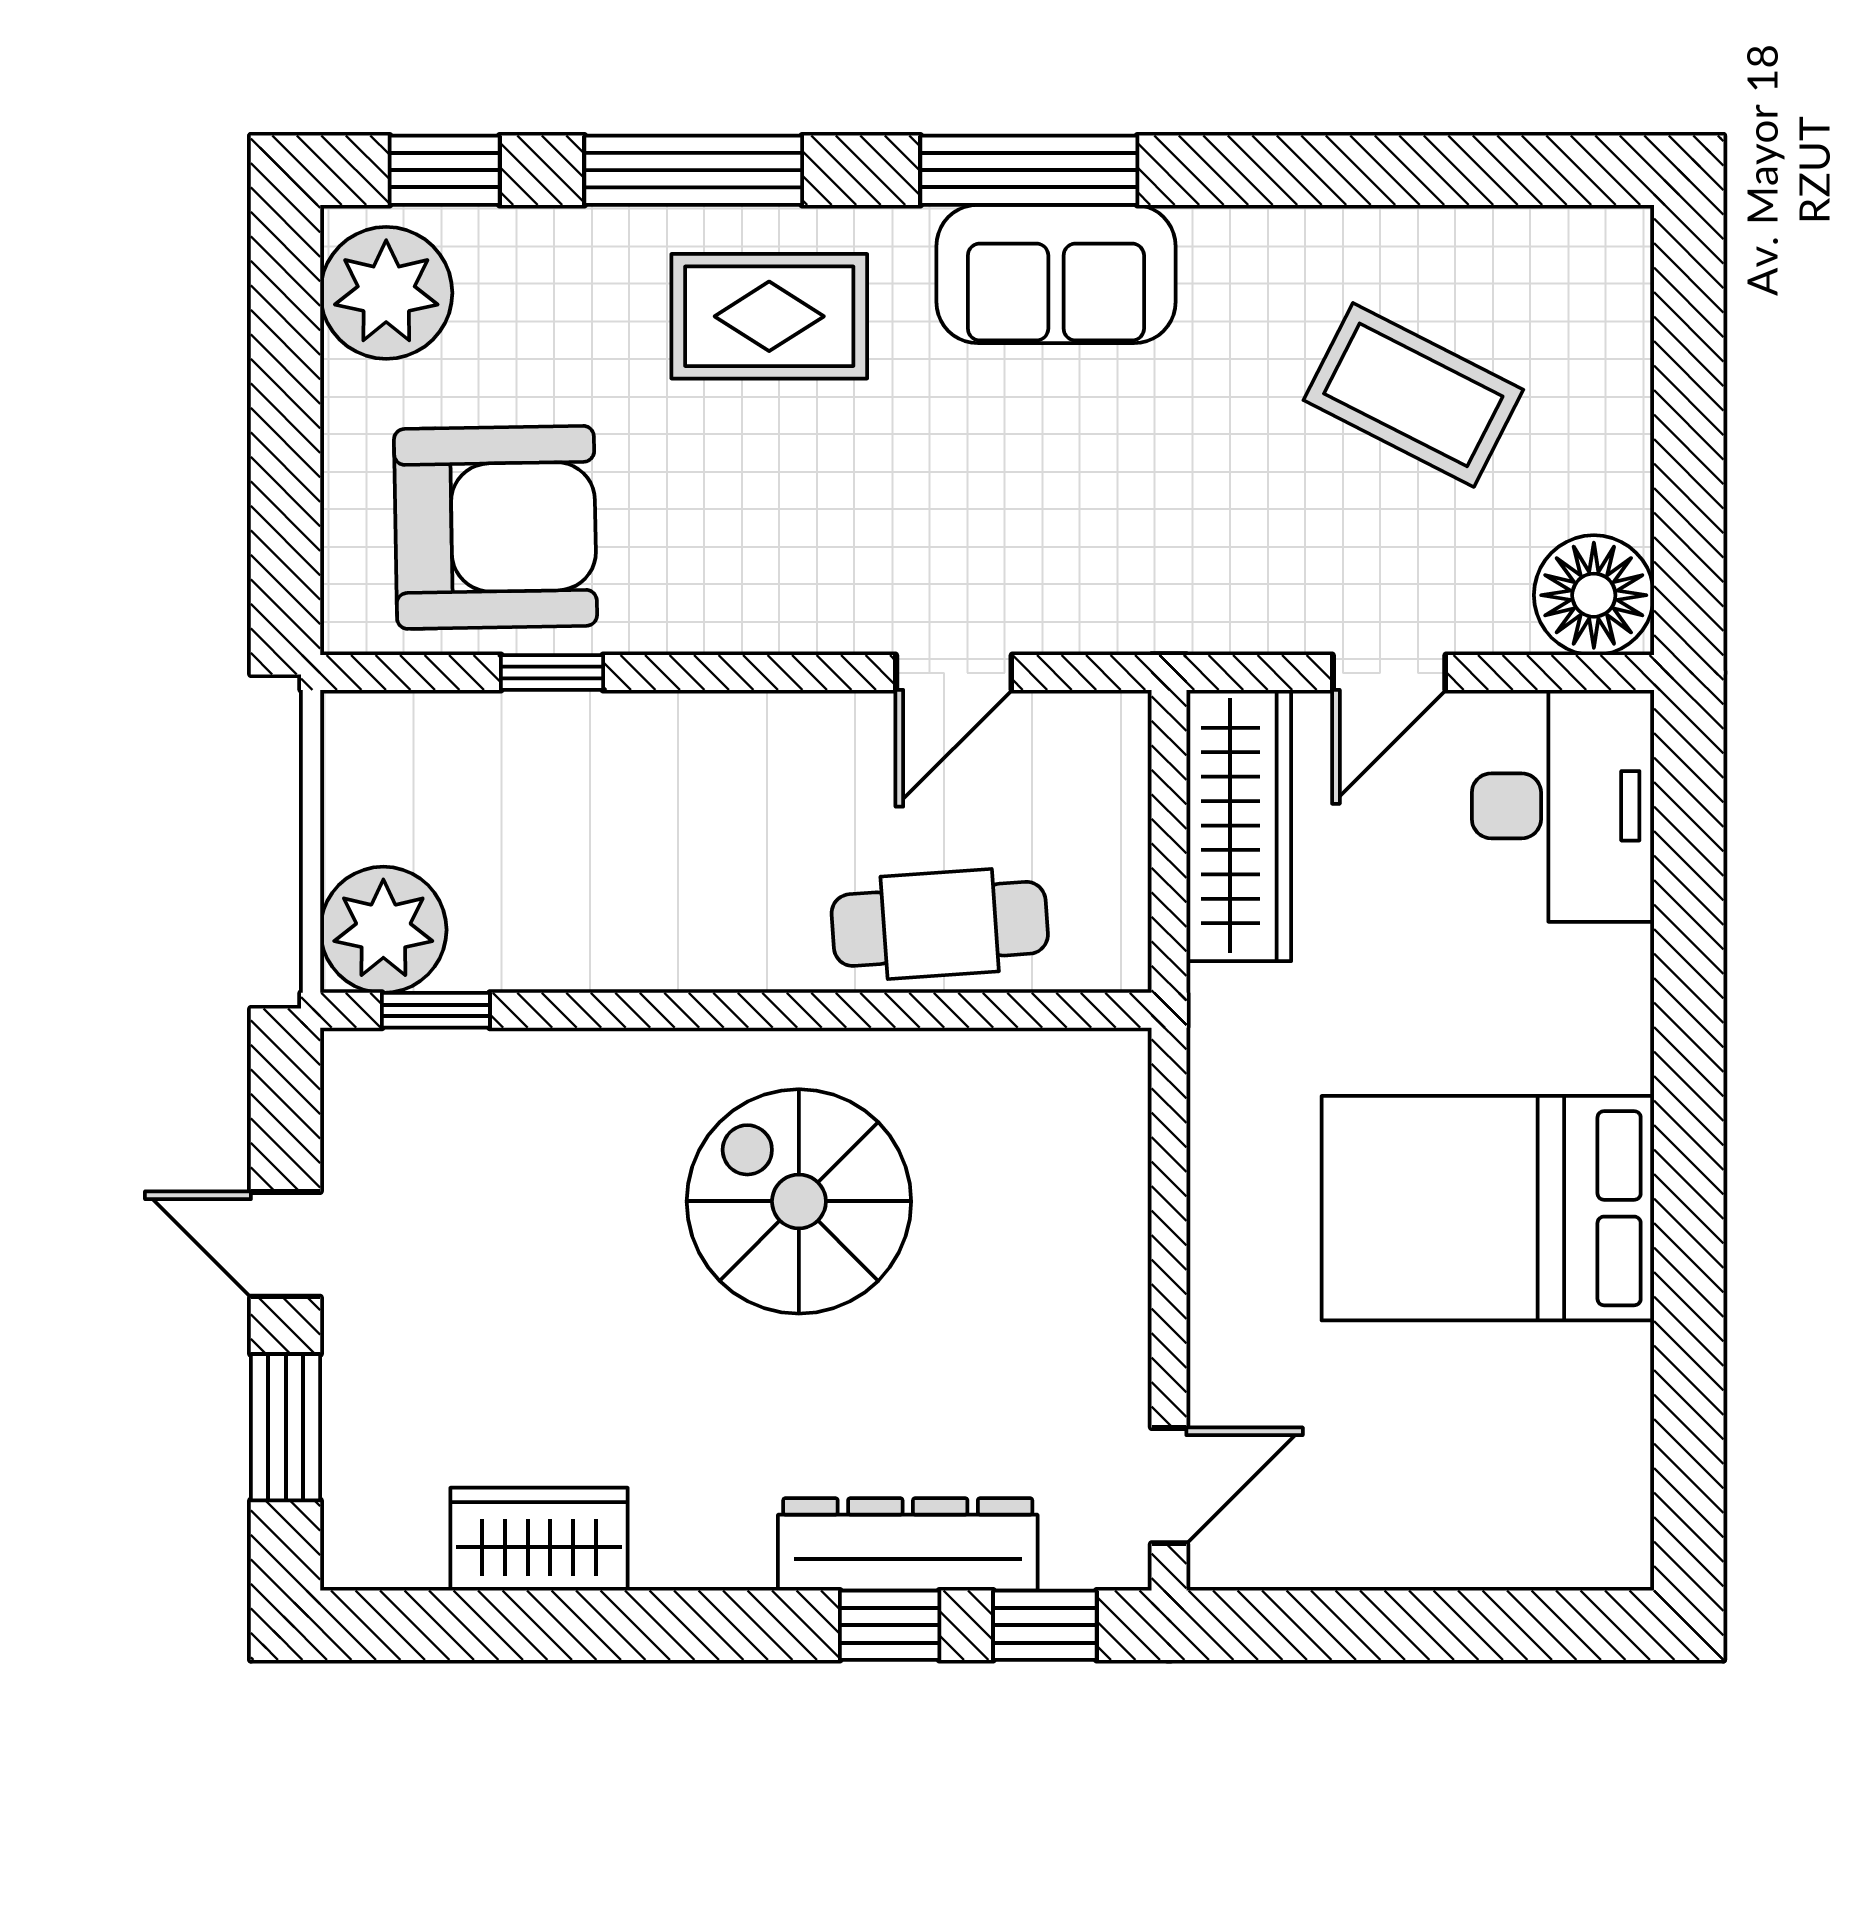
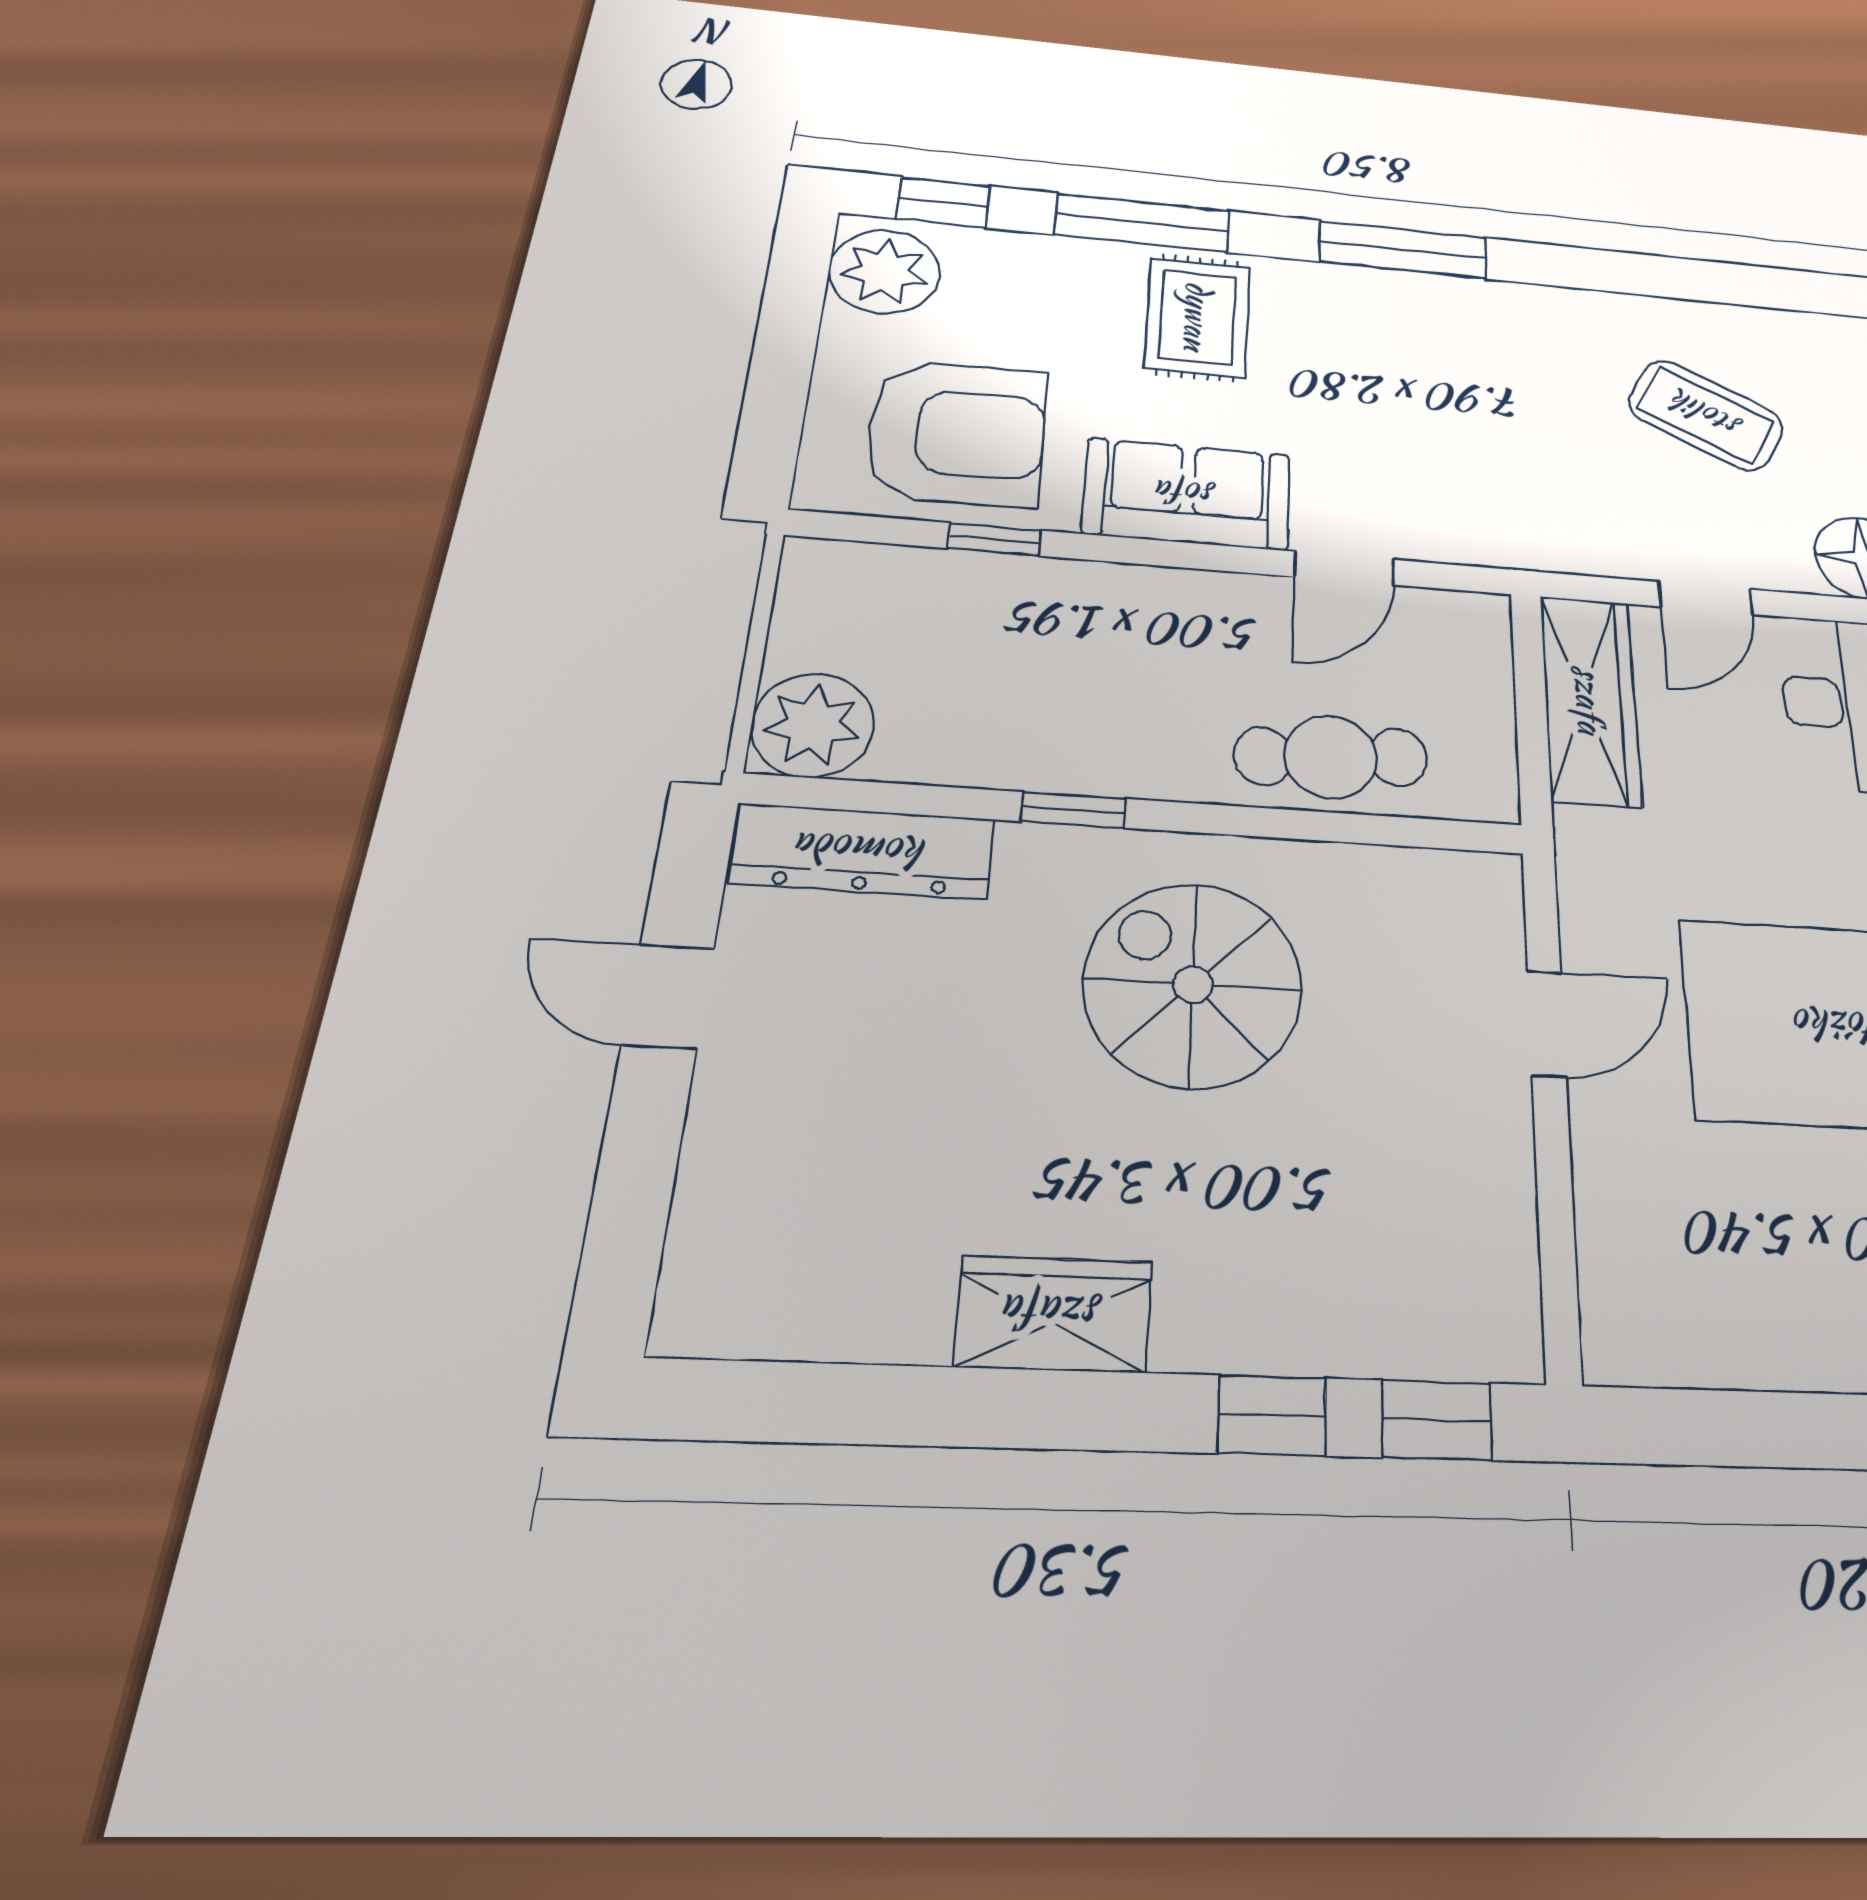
sofa: (1056, 274) -> (1187, 494), moved, turned 180
rug: (769, 316) -> (1198, 317), turned 90
window: (436, 1010) -> (1073, 810), moved
window: (286, 1427) -> (635, 1179), removed
door: (1169, 1486) -> (1547, 1024), moved
wardrobe: (539, 1539) -> (1054, 1314), moved
dresser: (908, 1544) -> (863, 851), moved, turned 180

